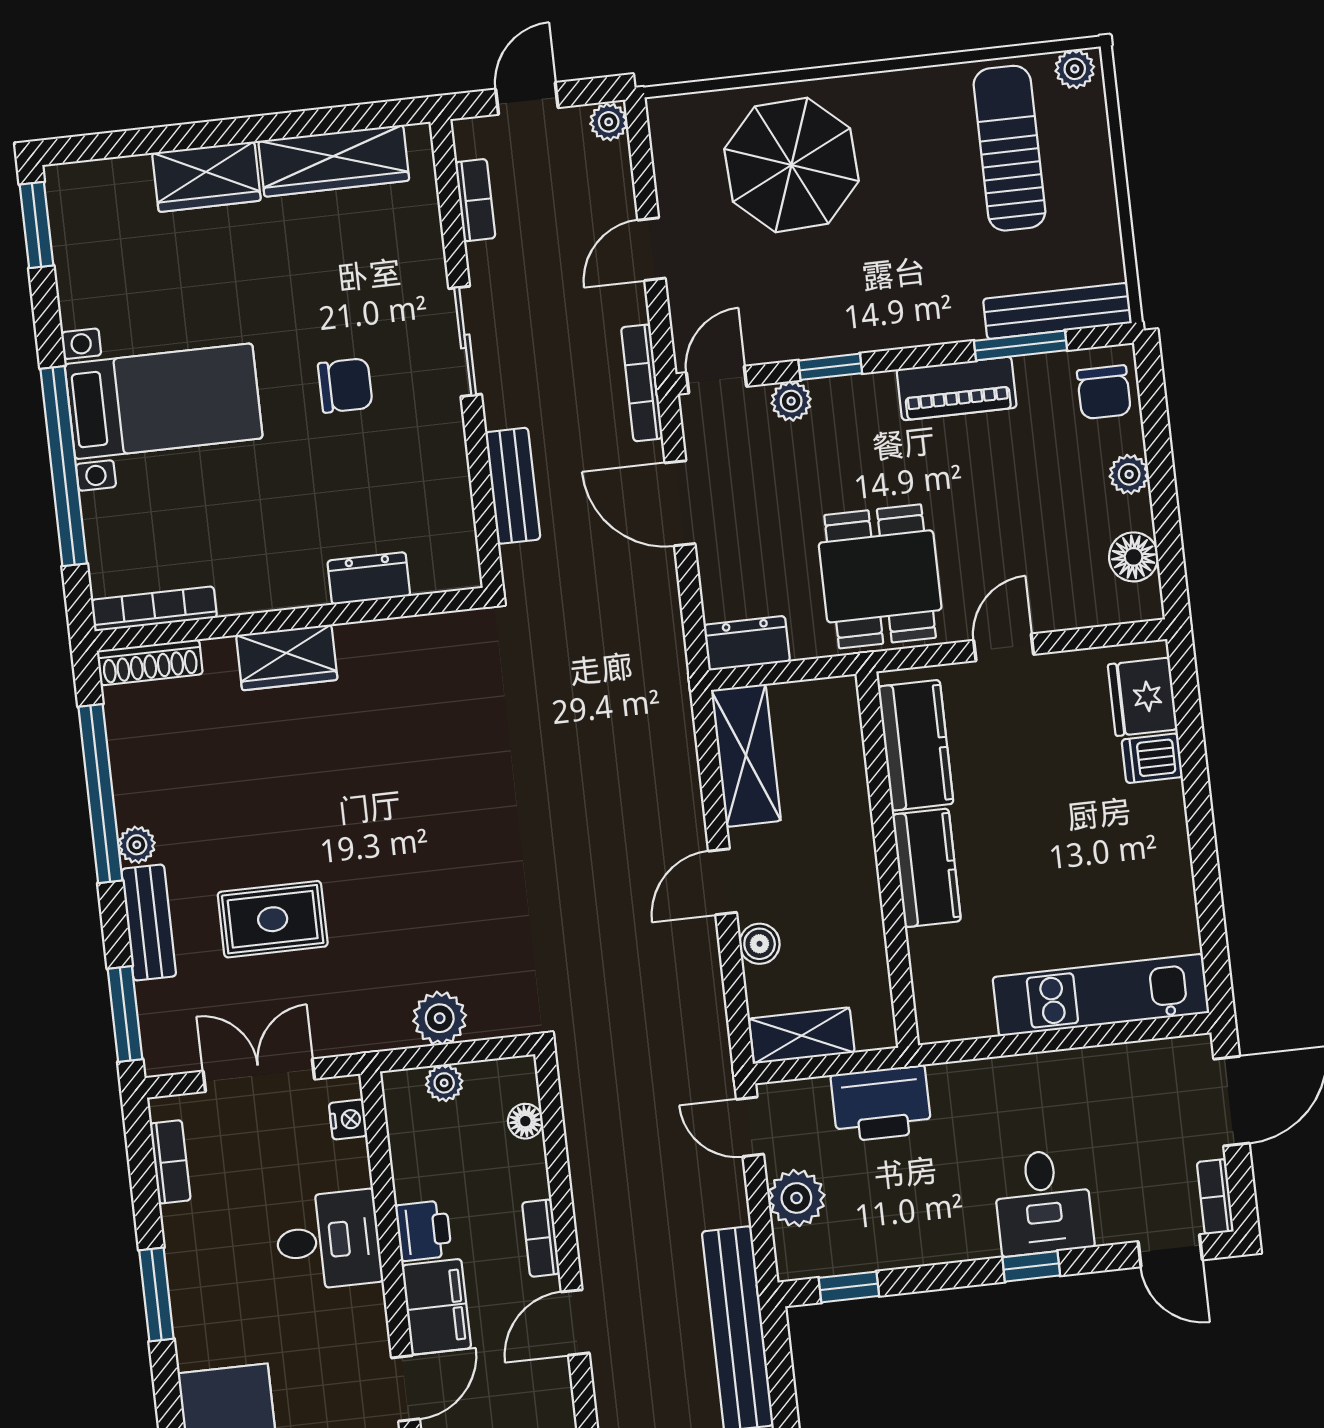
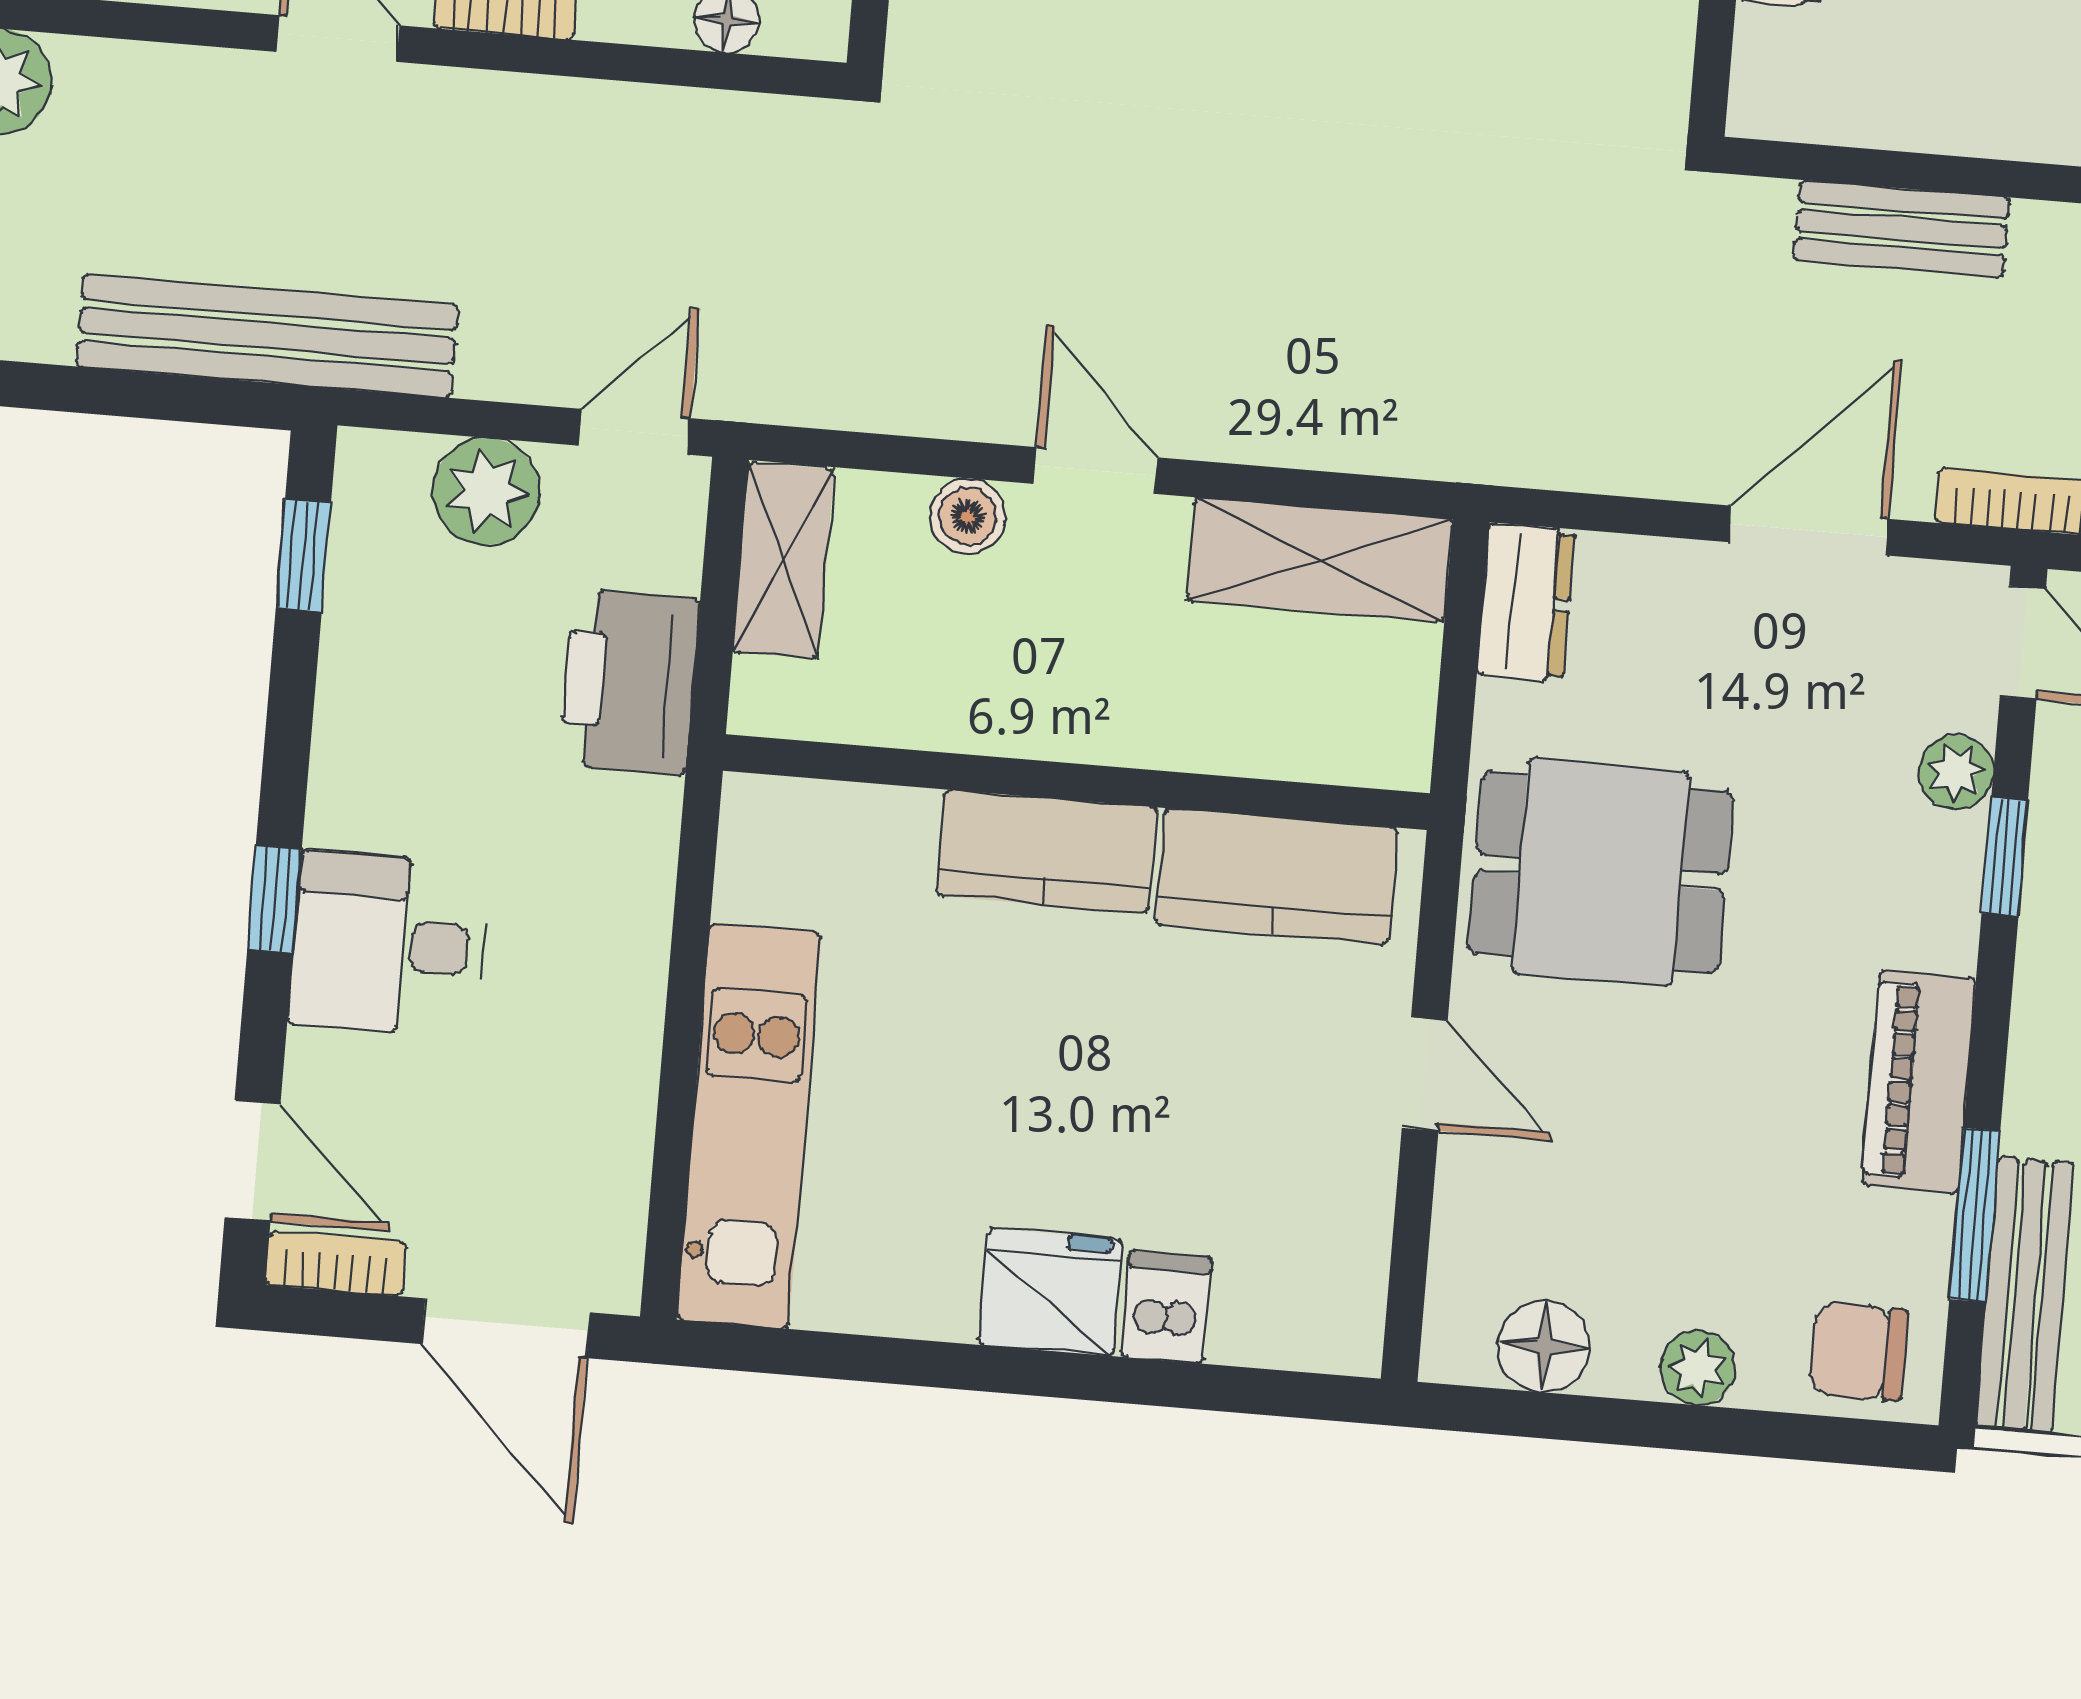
fridge: (1143, 697) -> (1051, 1292), moved
door: (1170, 1251) -> (253, 1161), swing flipped

